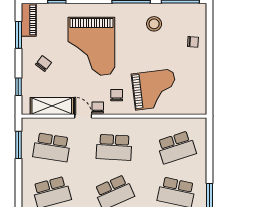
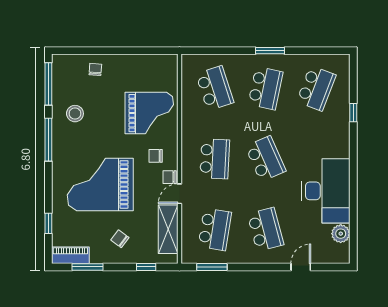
grand piano: (91, 46) -> (100, 184), turned 180
grand piano: (154, 89) -> (149, 113), turned 97

